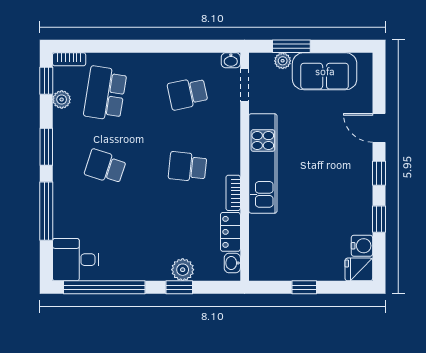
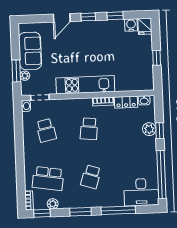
desk: (76, 260) -> (141, 192), width x1.37

